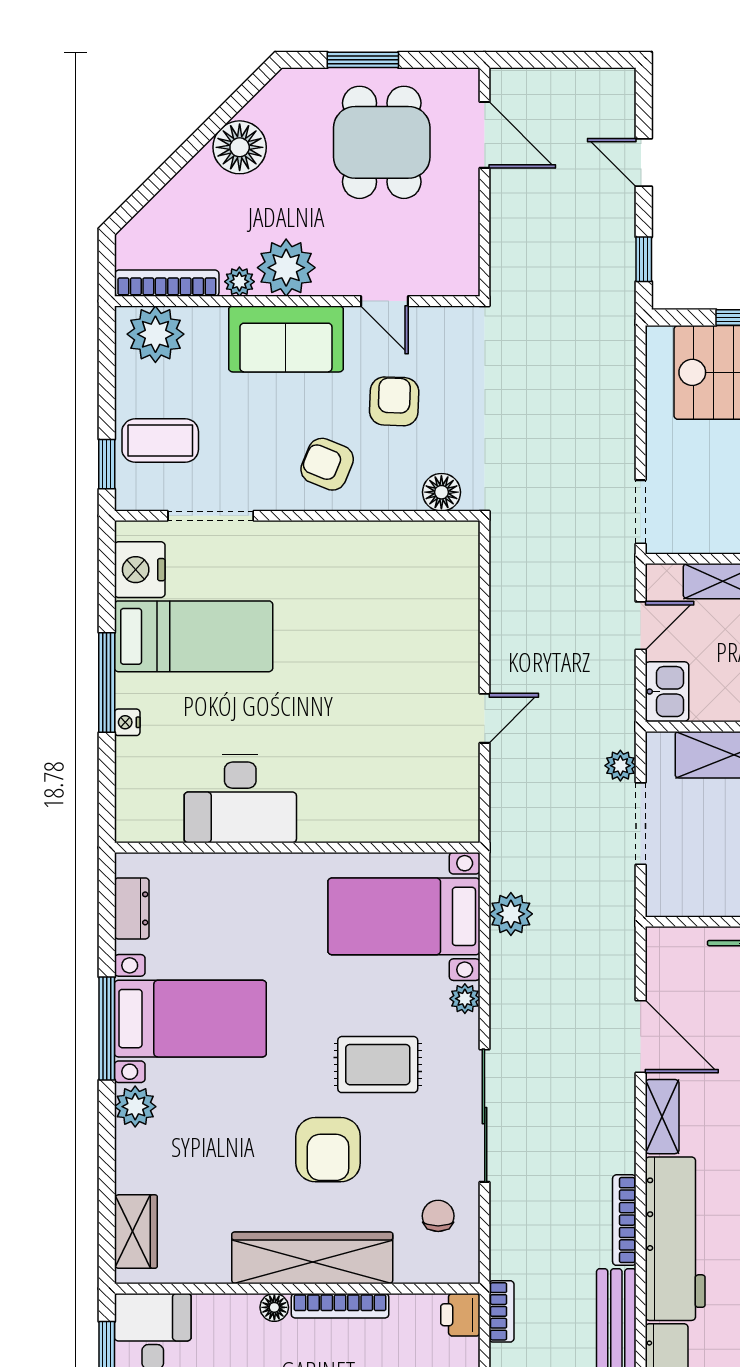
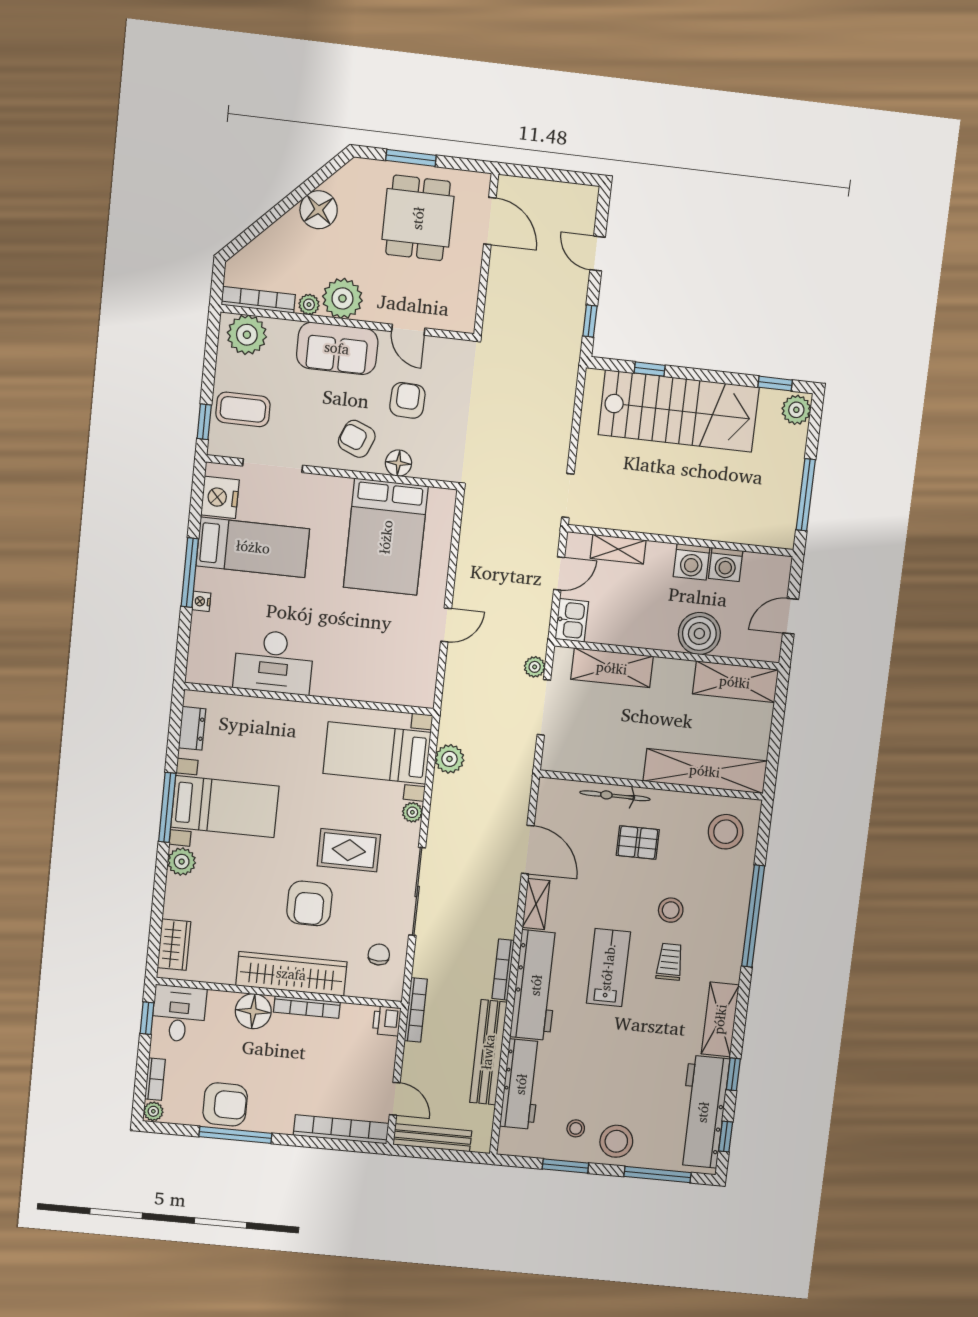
floor lamp: (441, 492) -> (398, 463), moved
bed: (384, 600) -> (386, 537), added
floor lamp: (274, 1307) -> (253, 1011), width x1.89, depth x1.89
bookcase: (502, 1311) -> (416, 1010), width x1.56

